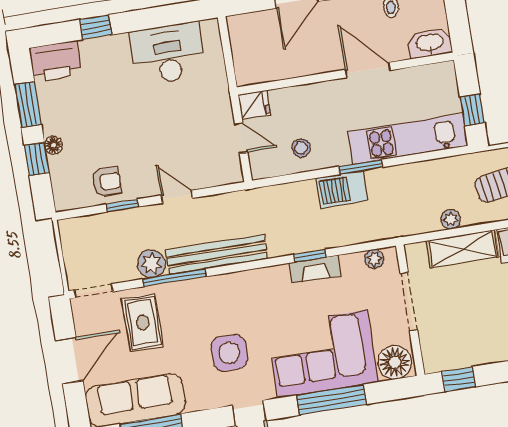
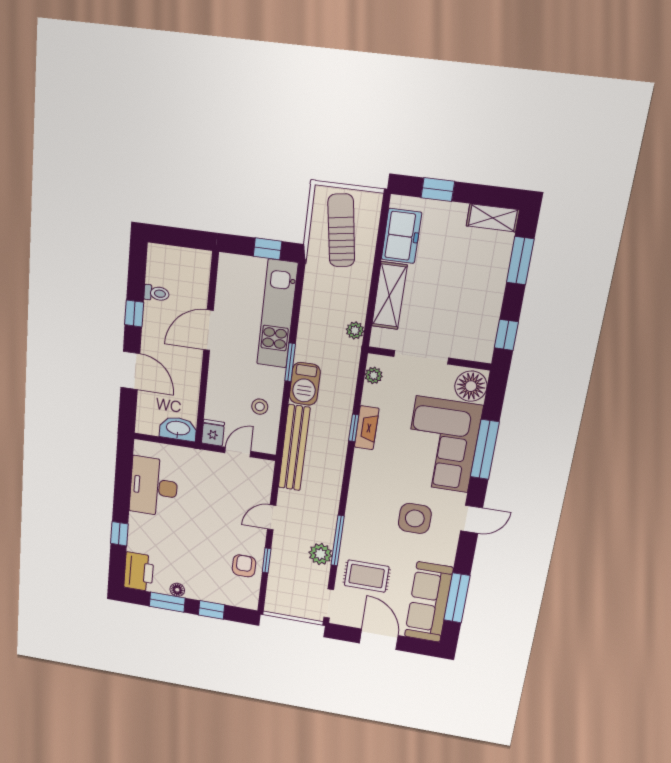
washbasin: (430, 43) -> (178, 429), moved, turned 90
floor lamp: (53, 145) -> (177, 590), moved
plant: (451, 219) -> (355, 330), moved
bench: (217, 254) -> (294, 448), moved

